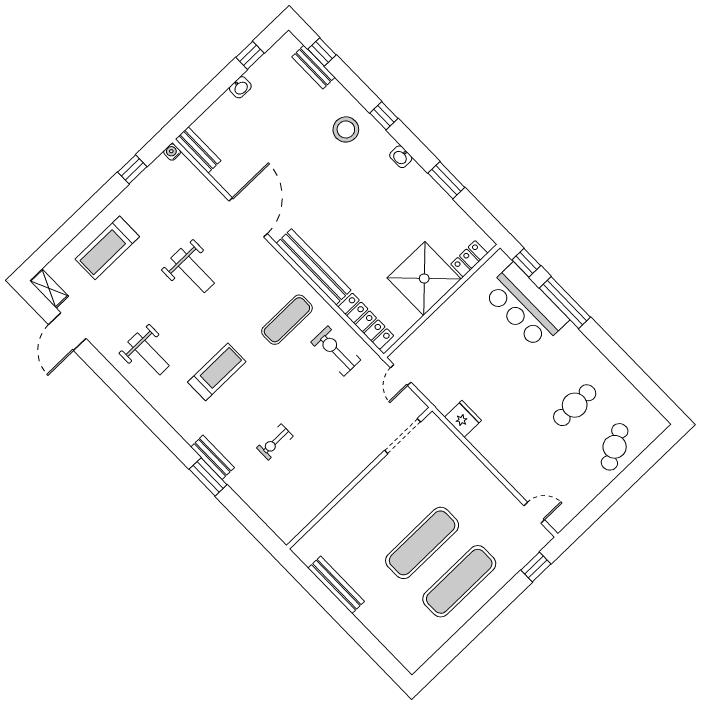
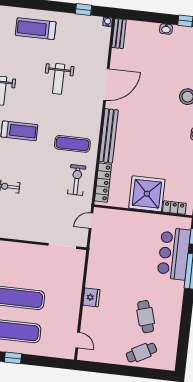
cafe table: (575, 405) -> (146, 317), turned 73
fridge: (463, 419) -> (91, 297), moved
window: (536, 567) -> (13, 358), moved

